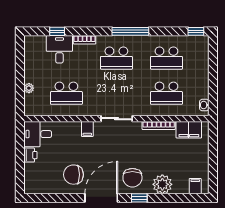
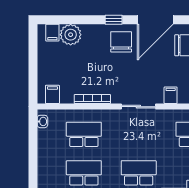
filing cabinet: (189, 130) -> (52, 94), width x0.50
plant: (162, 184) -> (71, 35), moved

